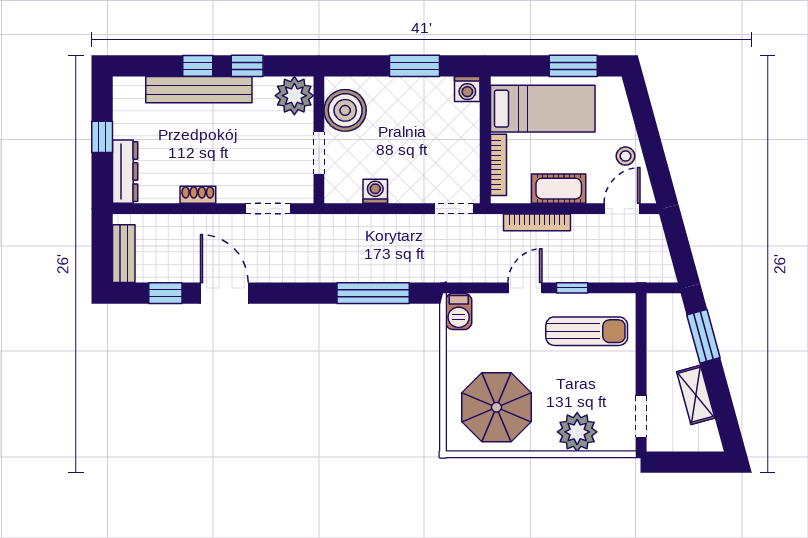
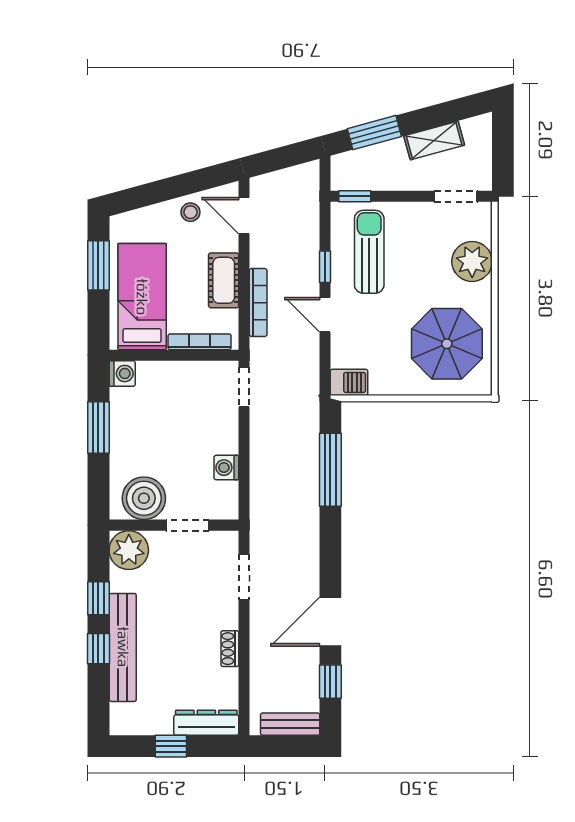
window: (641, 317) -> (355, 196), added

